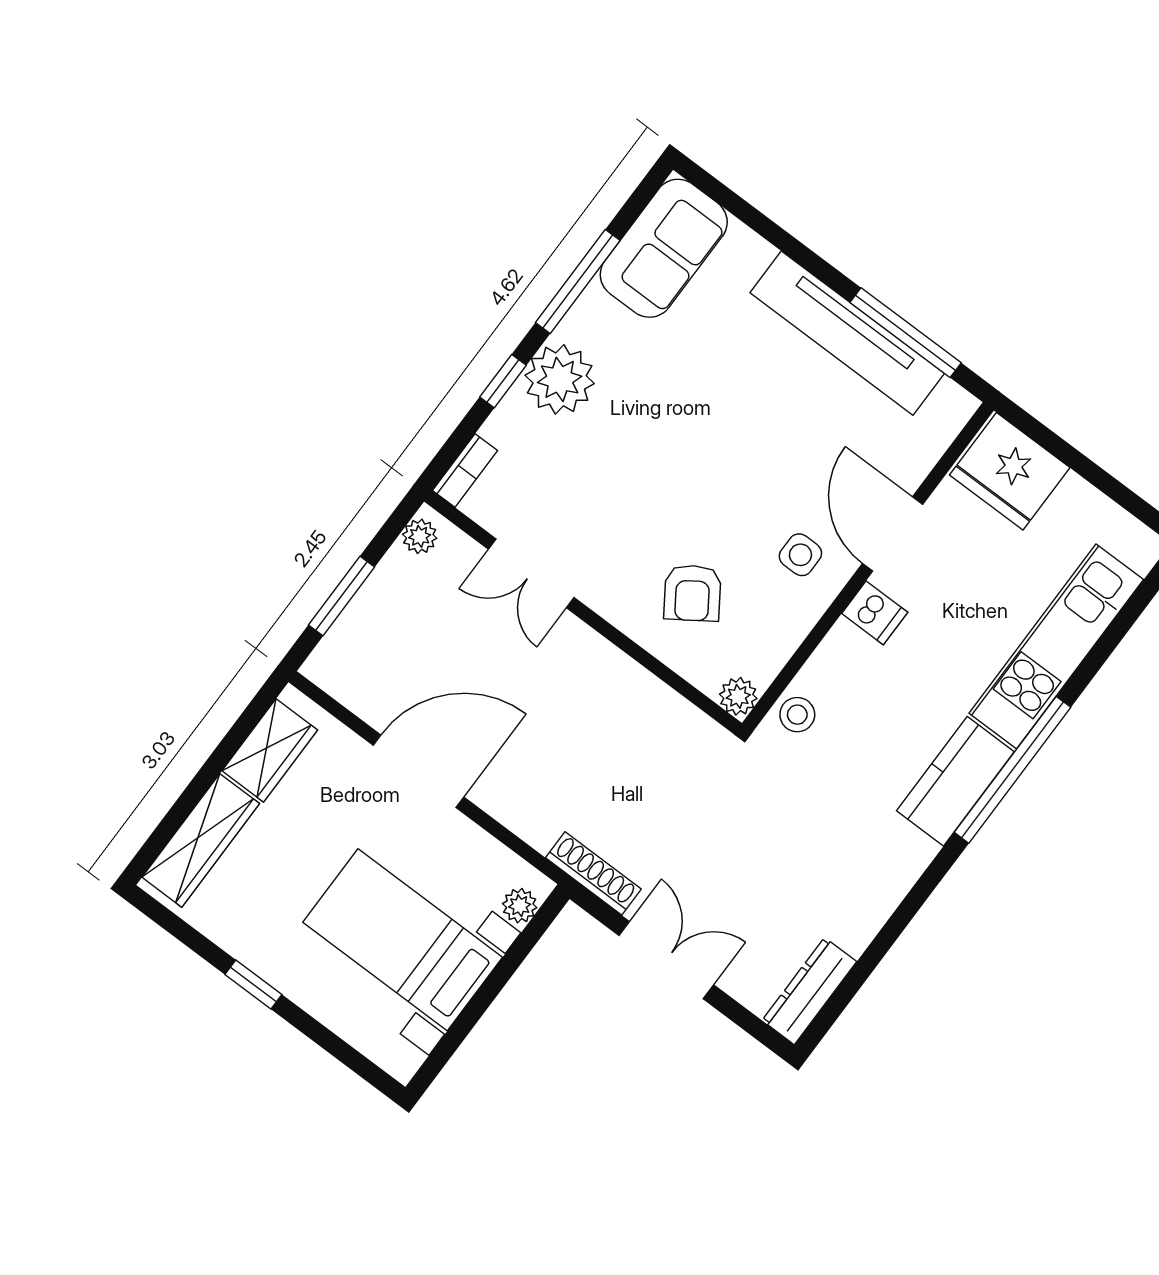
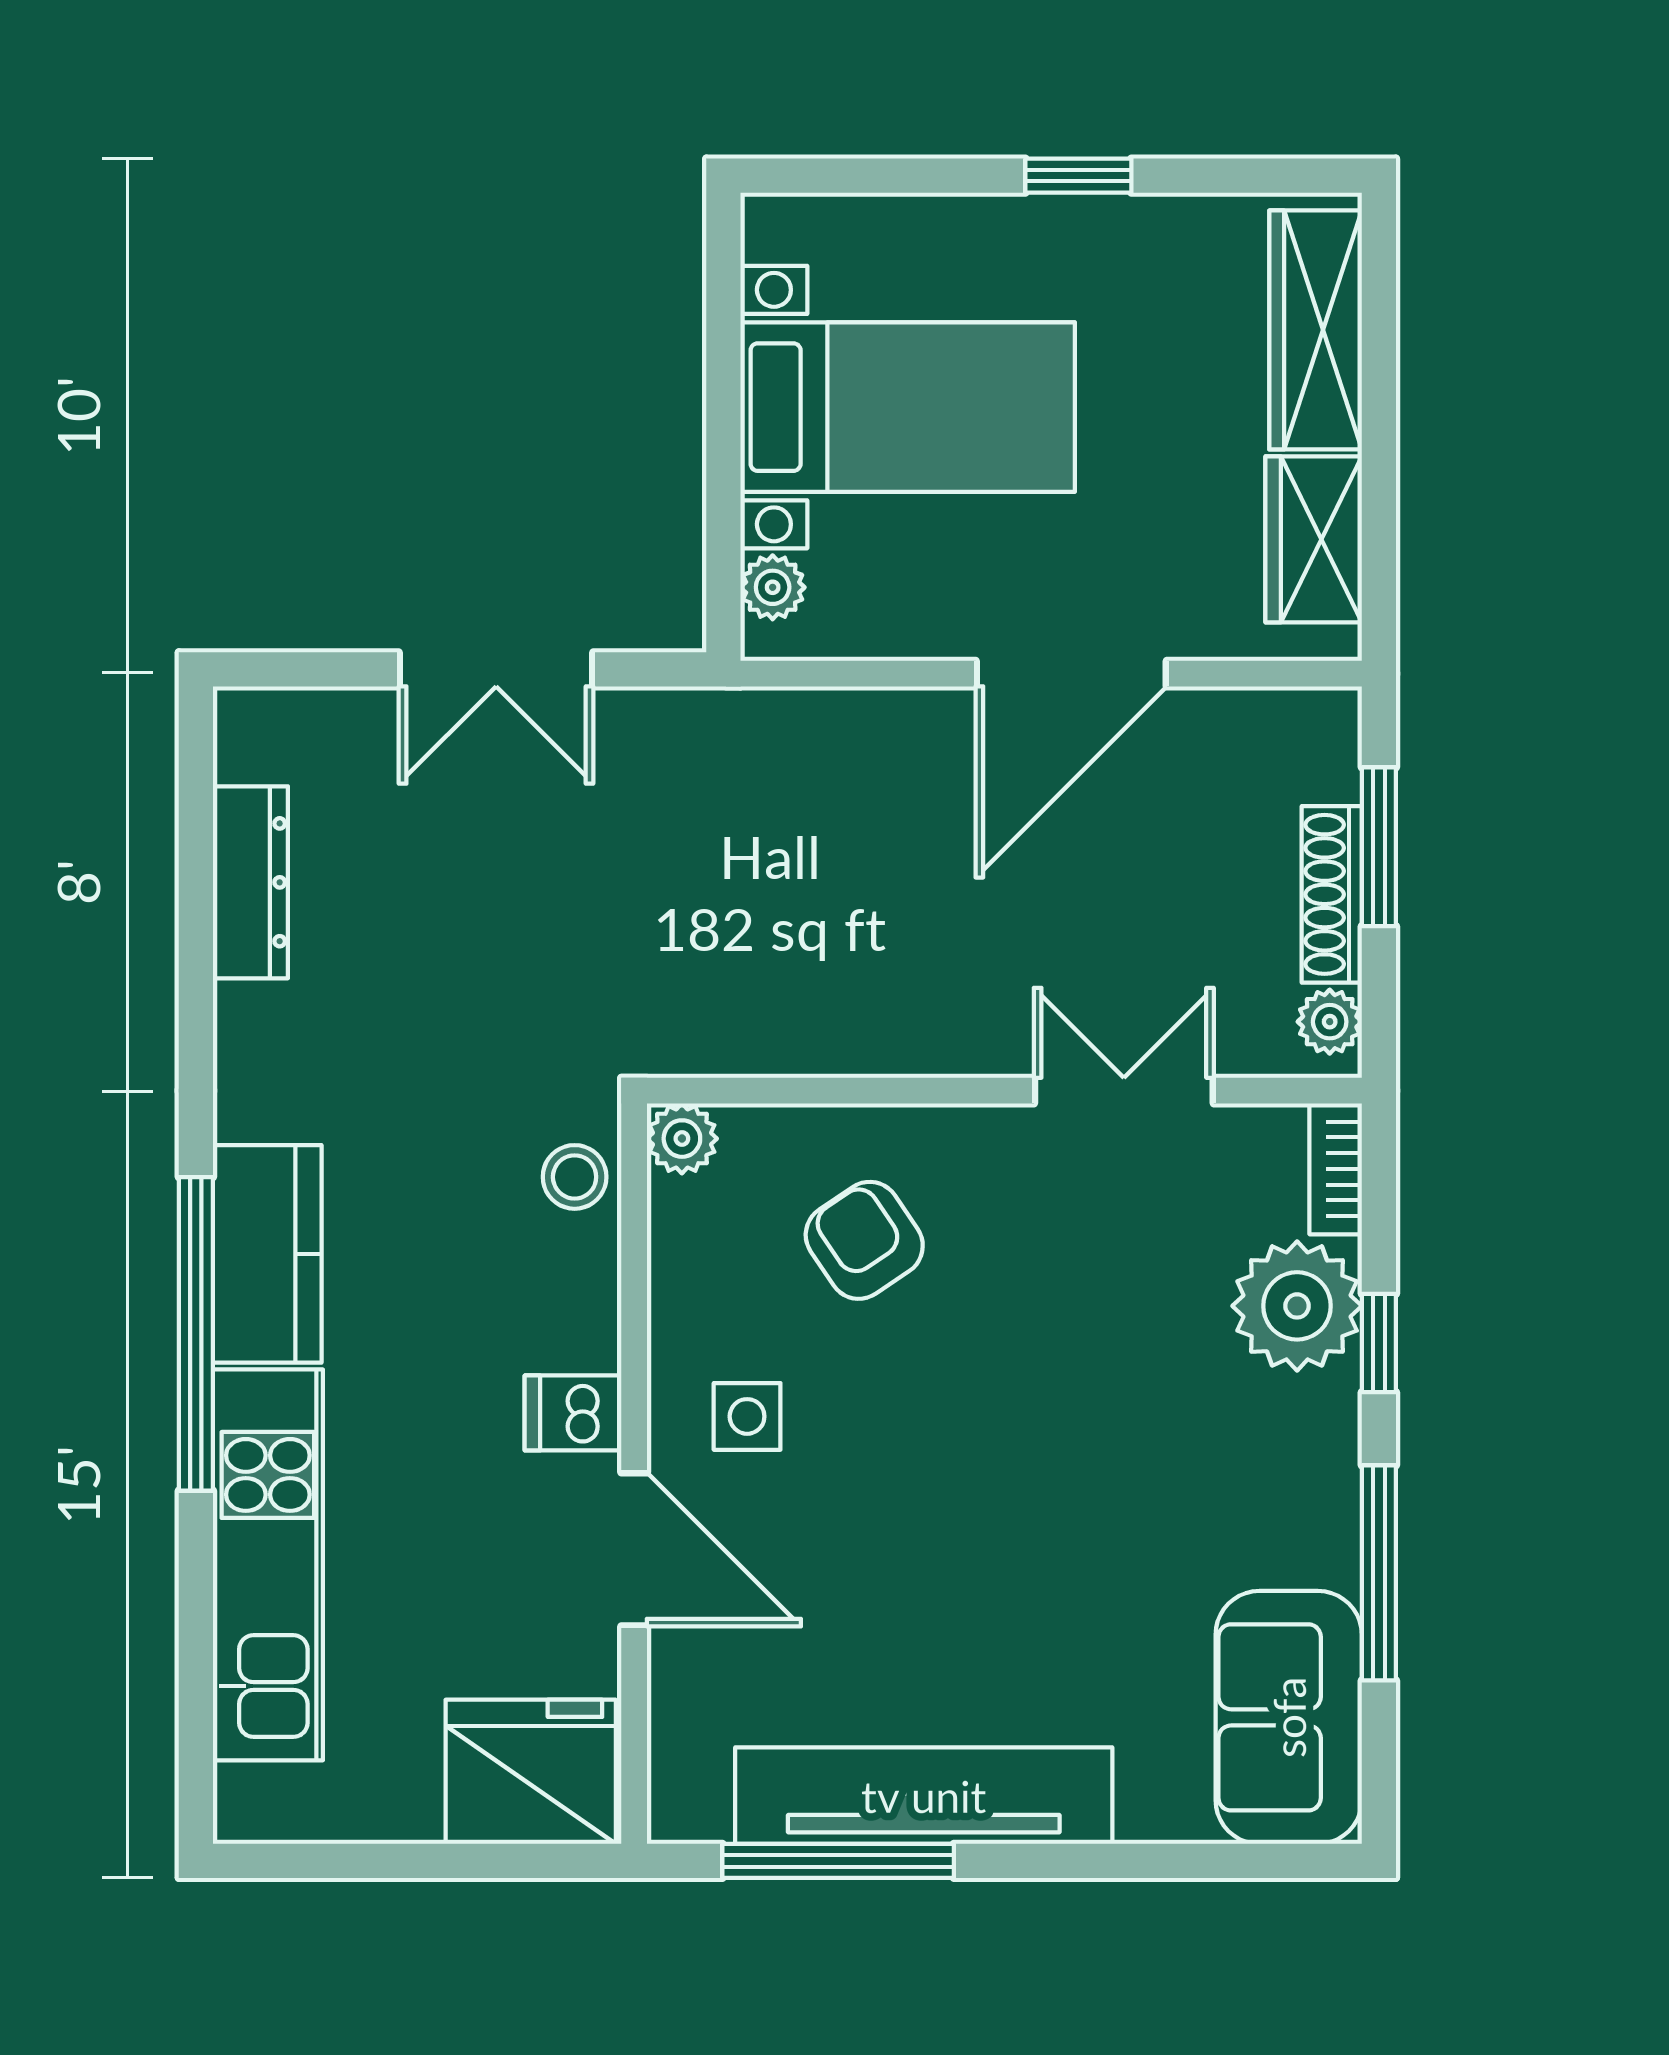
plant: (560, 379) -> (1297, 1306), moved
shoe rack: (593, 873) -> (1332, 894), moved, turned 90
dresser: (809, 991) -> (250, 882), moved

